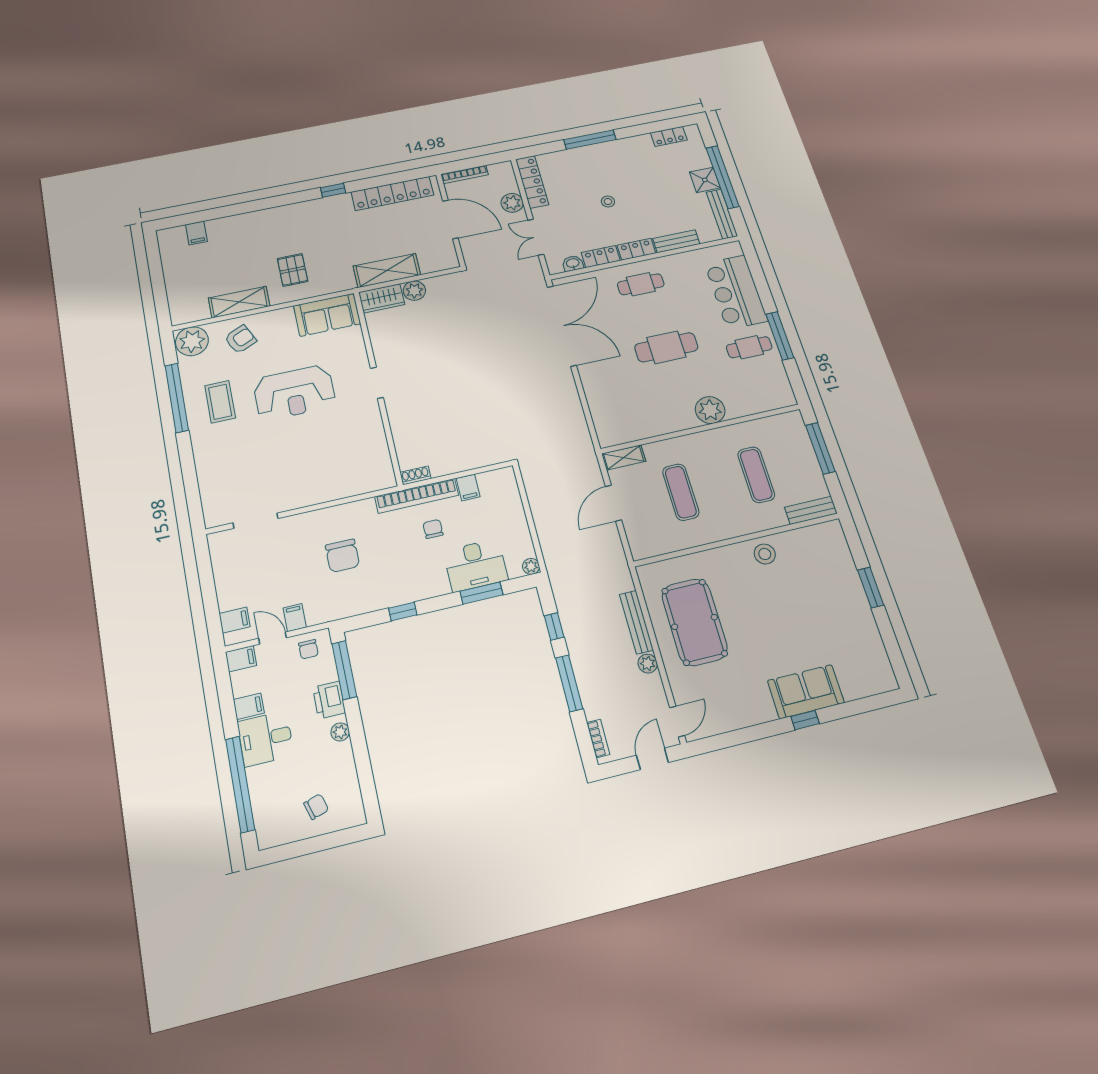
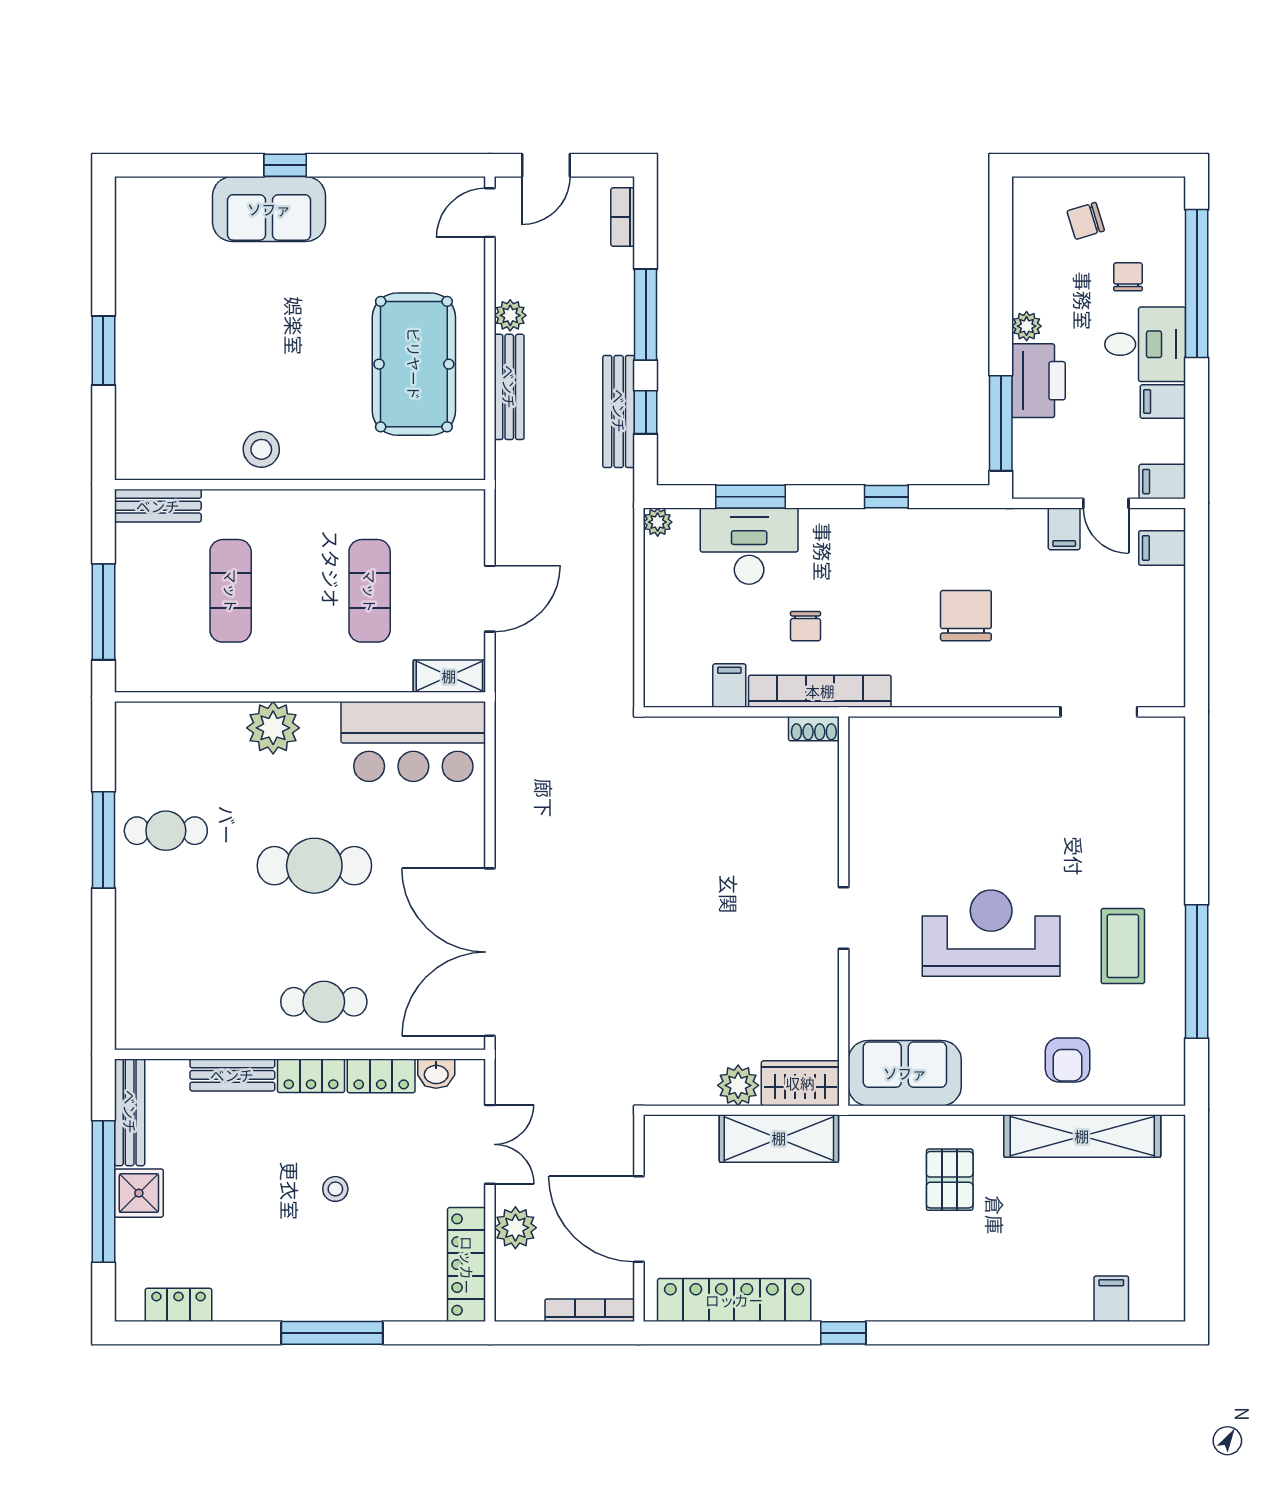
bar counter: (736, 292) -> (413, 741), moved, turned 90
shelving: (239, 302) -> (1082, 1136), width x1.47
armchair: (240, 339) -> (1068, 1060), turned -65
plant: (192, 341) -> (1154, 1076), removed
bench: (570, 623) -> (619, 411), added
chair: (308, 649) -> (1128, 277), moved
printer: (329, 700) -> (1038, 381), width x1.37, depth x1.19

